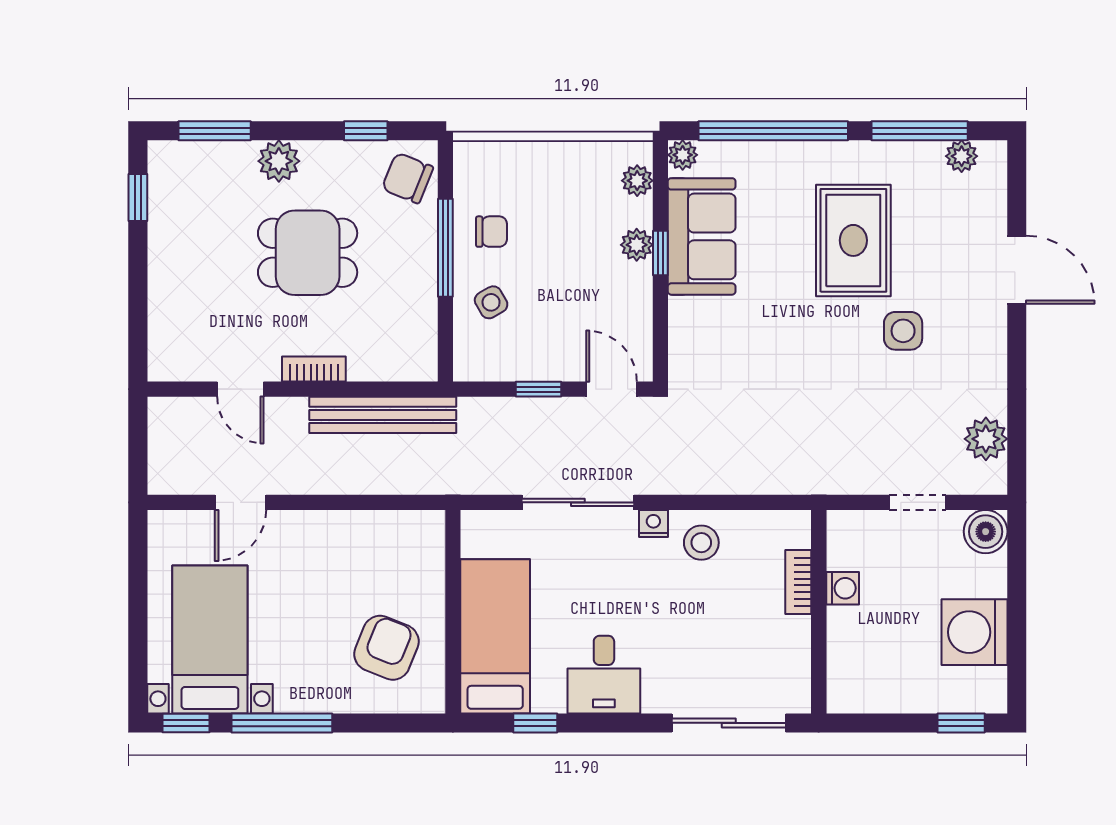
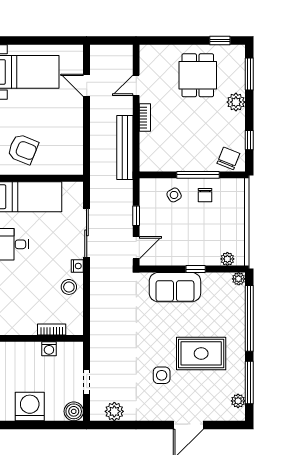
sofa: (702, 236) -> (175, 287), moved
plant: (637, 245) -> (199, 259), removed
dining table: (308, 253) -> (198, 75), moved

